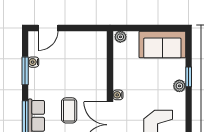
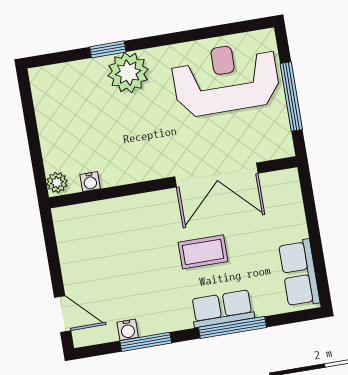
sofa: (162, 44) -> (58, 106), removed
plant: (179, 86) -> (128, 73), width x1.88, depth x1.88
water cooler: (118, 95) -> (90, 182), moved

